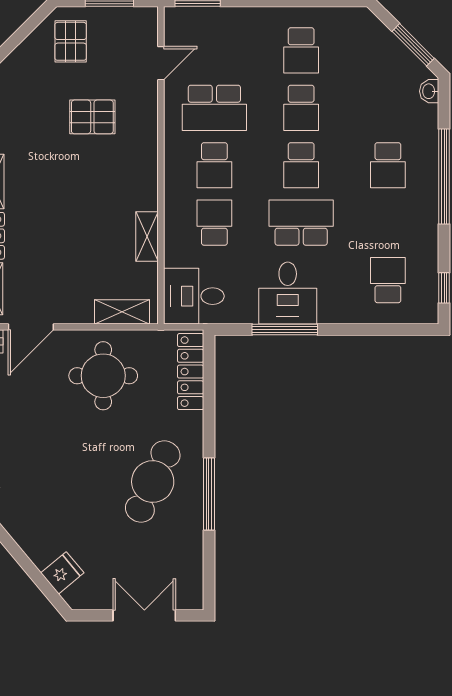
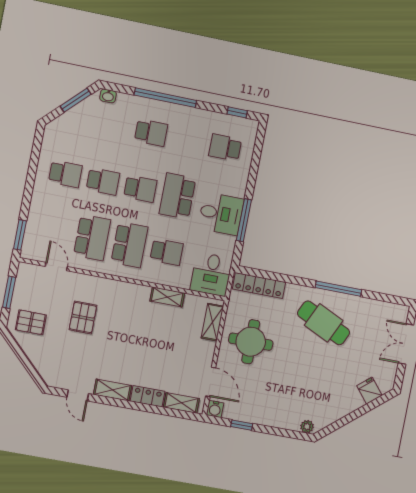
school desk: (214, 165) -> (130, 245), width x1.85
school desk: (214, 223) -> (167, 252), turned 180

